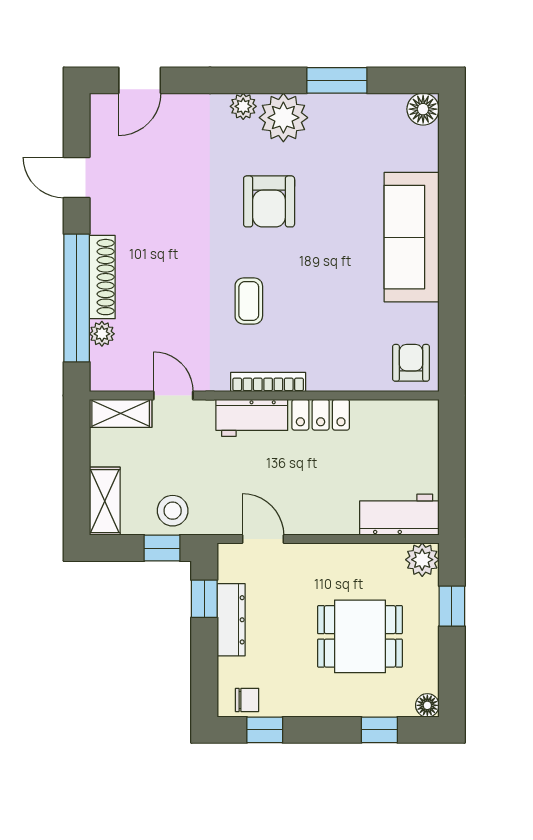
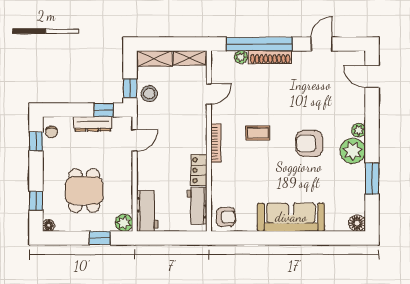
shelving: (121, 413) -> (189, 58), moved, turned 90
workbench: (252, 418) -> (197, 206), moved

